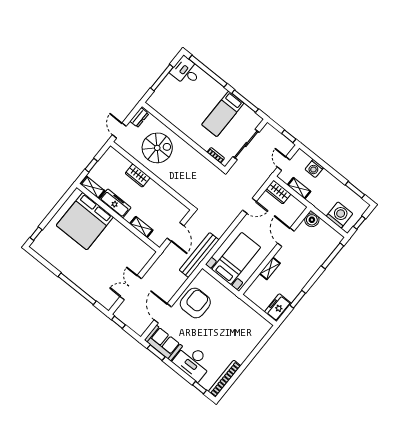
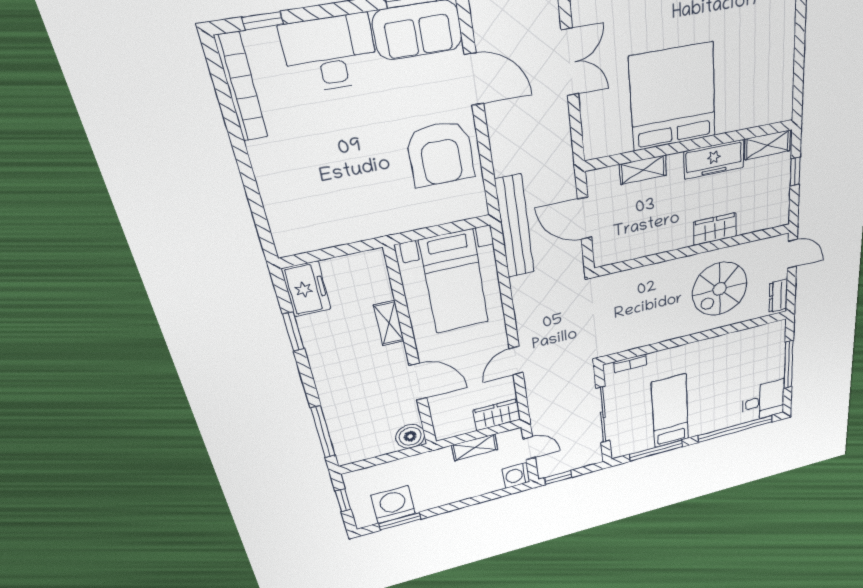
washing machine: (314, 168) -> (516, 476), moved, turned -90
washing machine: (339, 215) -> (393, 505), moved, turned 180
bed: (85, 221) -> (673, 97), moved

